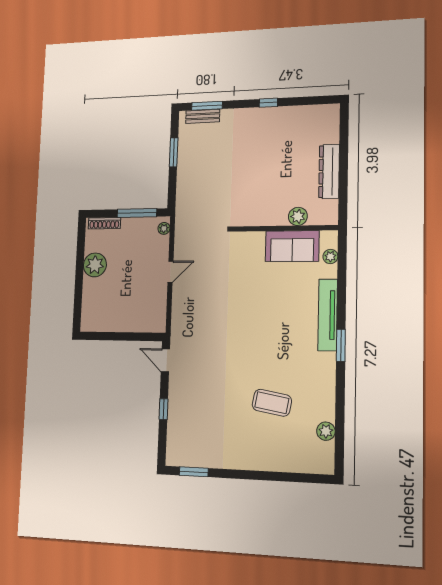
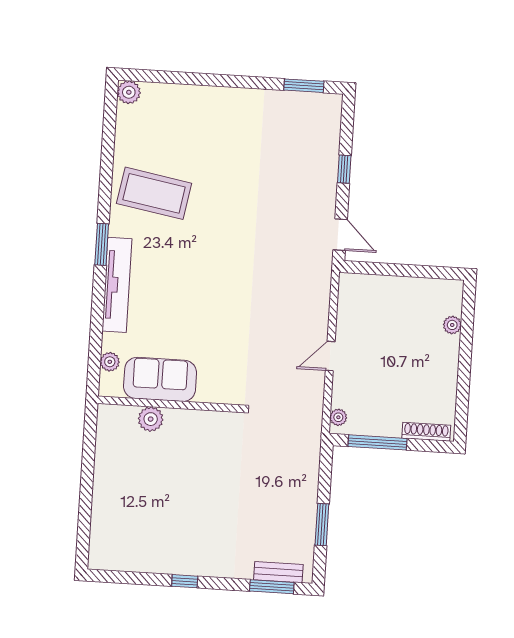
dresser: (329, 171) -> (106, 477), removed
plant: (95, 265) -> (452, 325), moved, width x0.53, depth x0.53
coffee table: (272, 403) -> (154, 193), moved, width x1.36, depth x1.32
plant: (326, 431) -> (129, 92), moved

